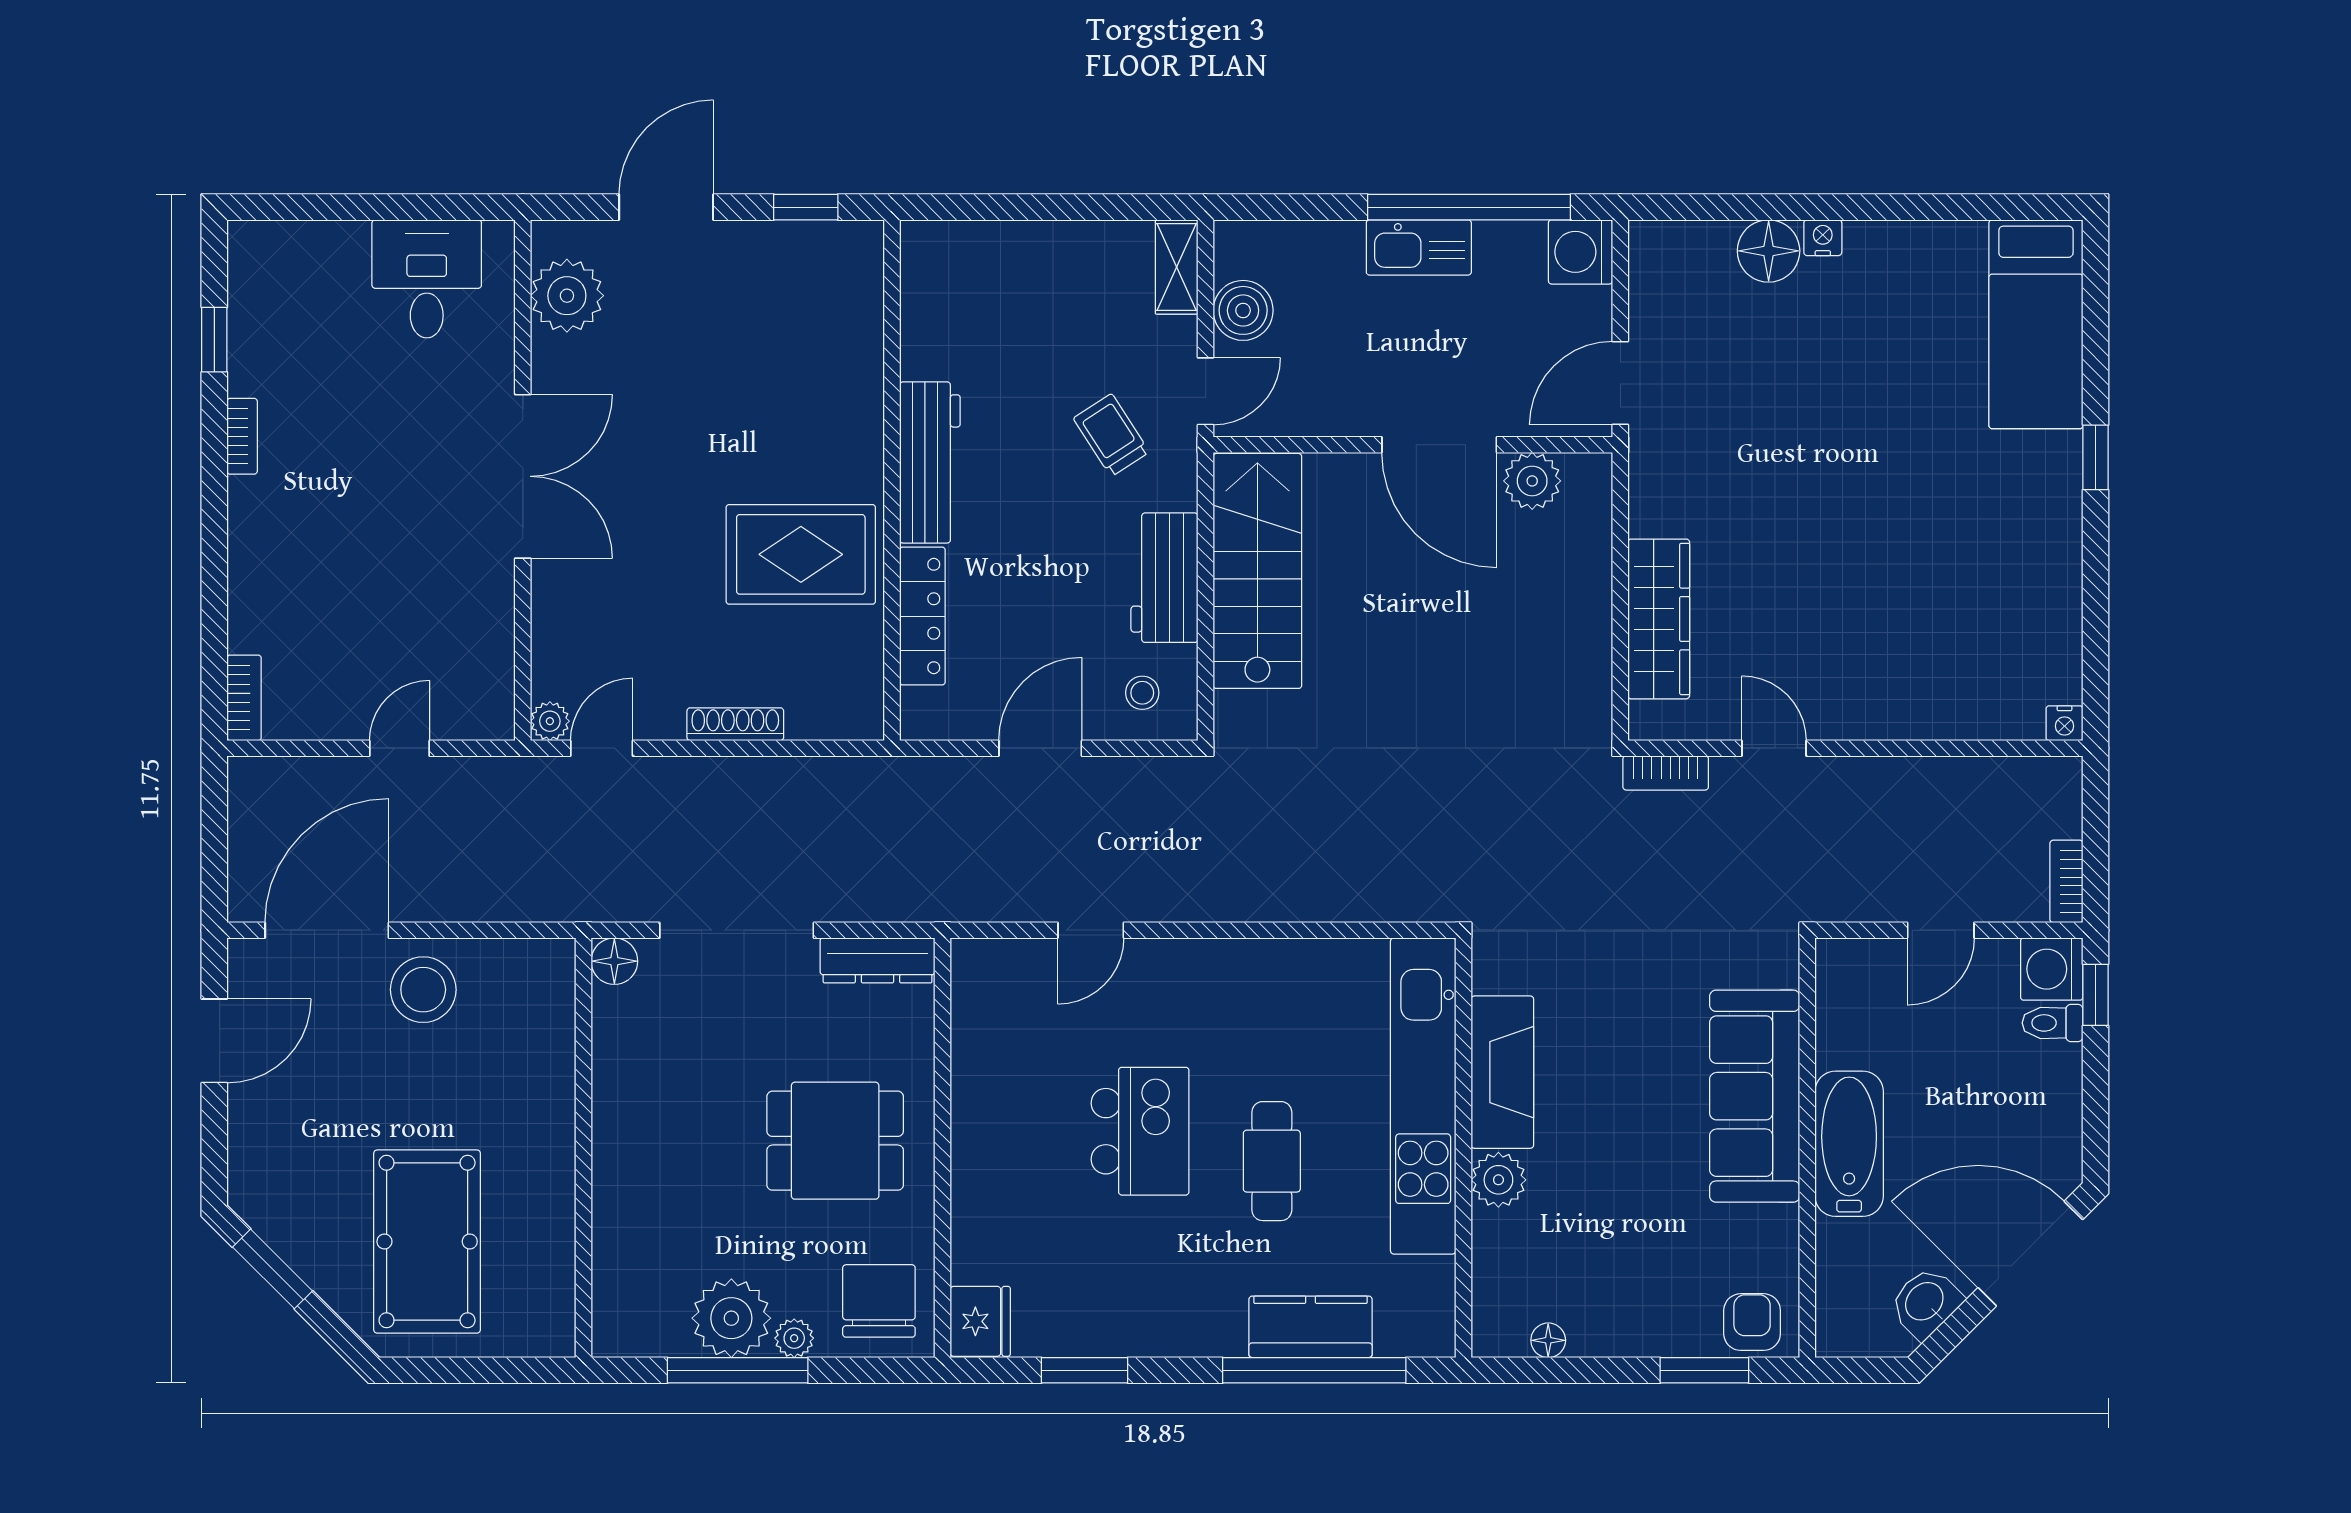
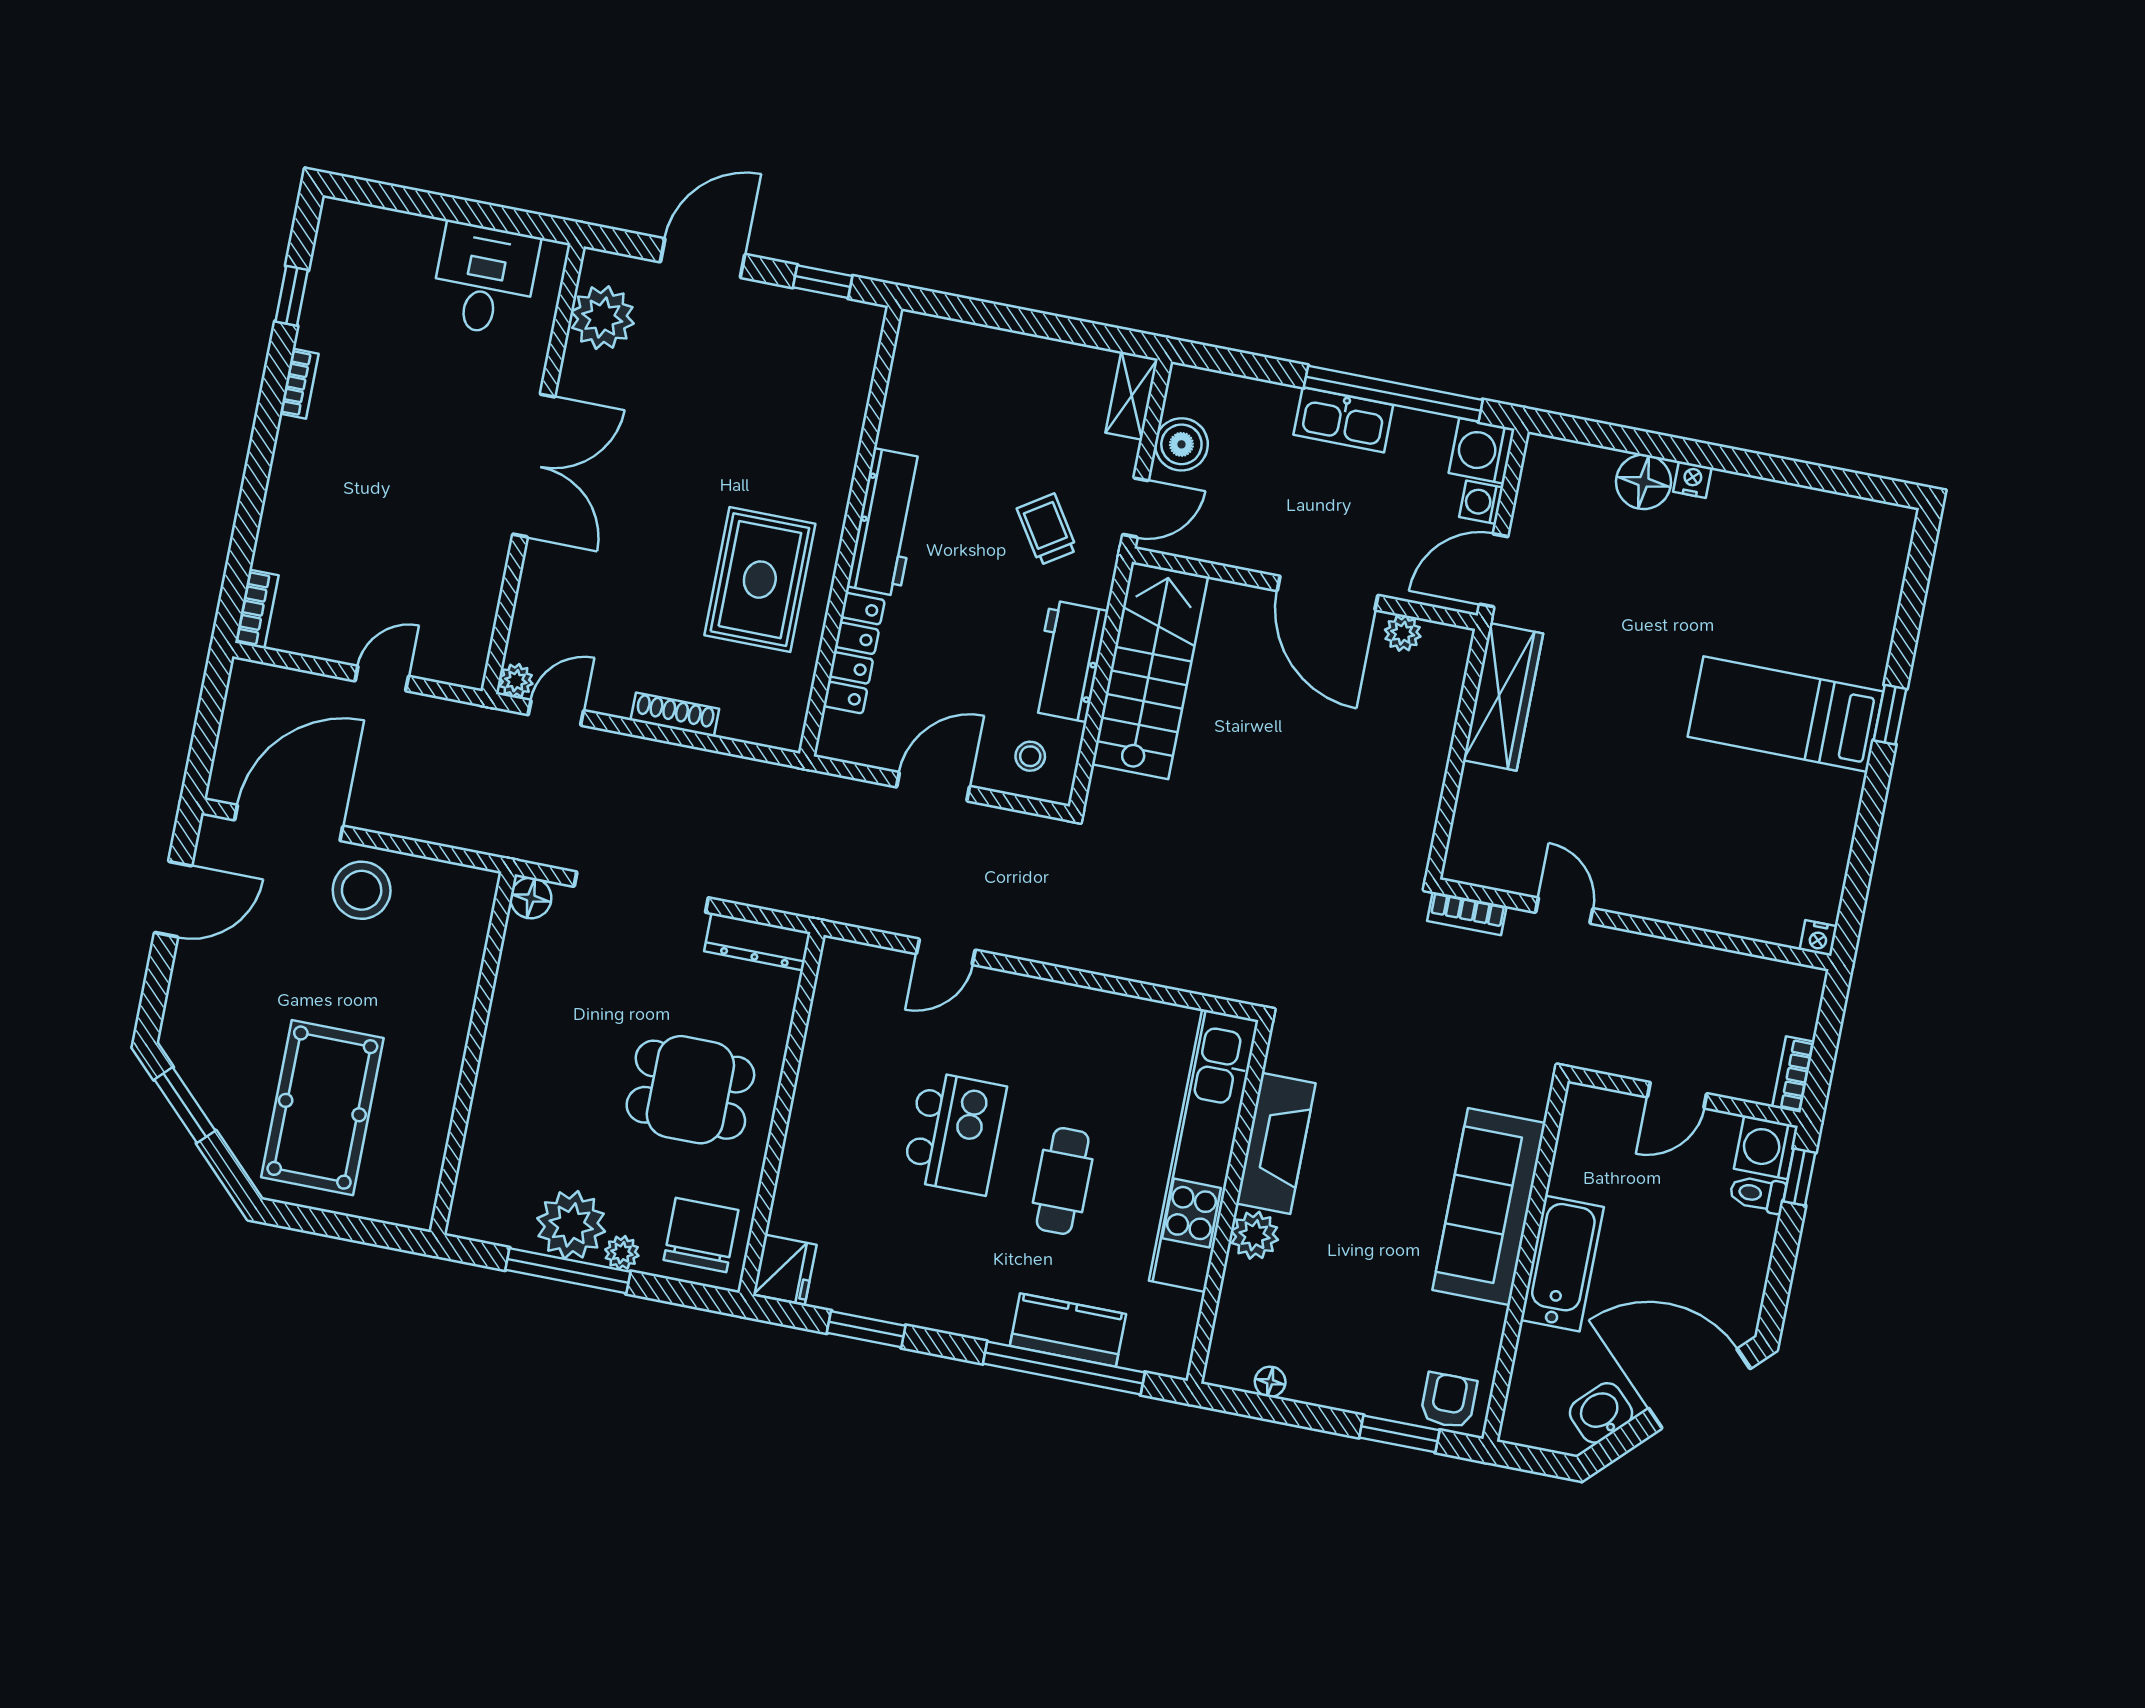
washing machine: (1591, 309) -> (1481, 502), added
bed: (2036, 324) -> (1785, 714), moved, turned 90
plant: (1532, 481) -> (1403, 633), width x0.73, depth x0.73
rug: (801, 554) -> (760, 580), turned 90
wardrobe: (1659, 619) -> (1503, 697), moved

